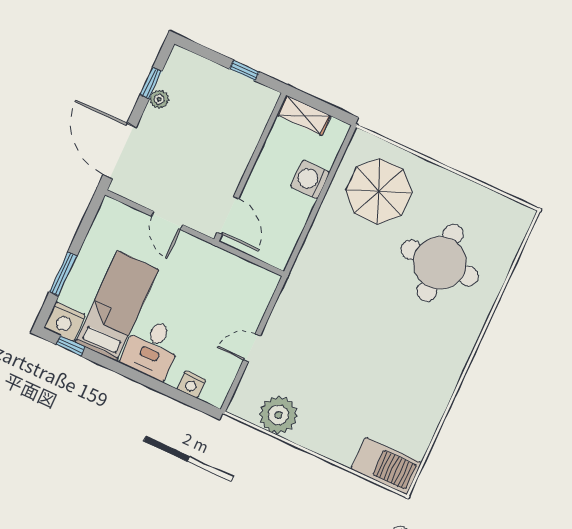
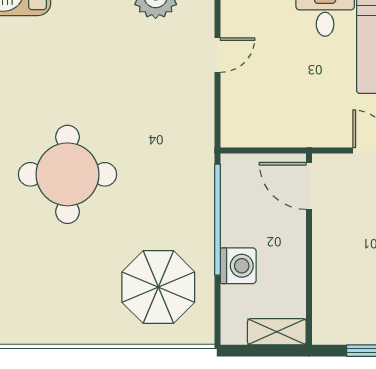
window: (310, 222) -> (217, 220), added
round table: (440, 263) -> (67, 174), moved

